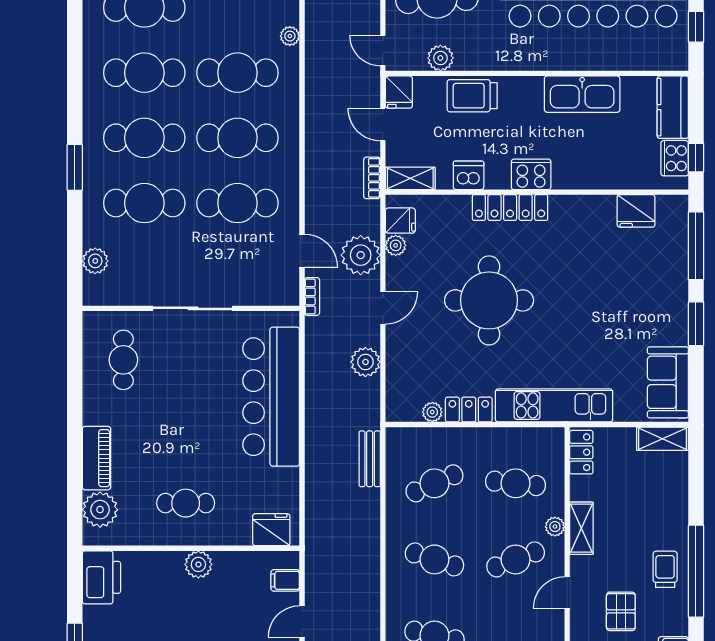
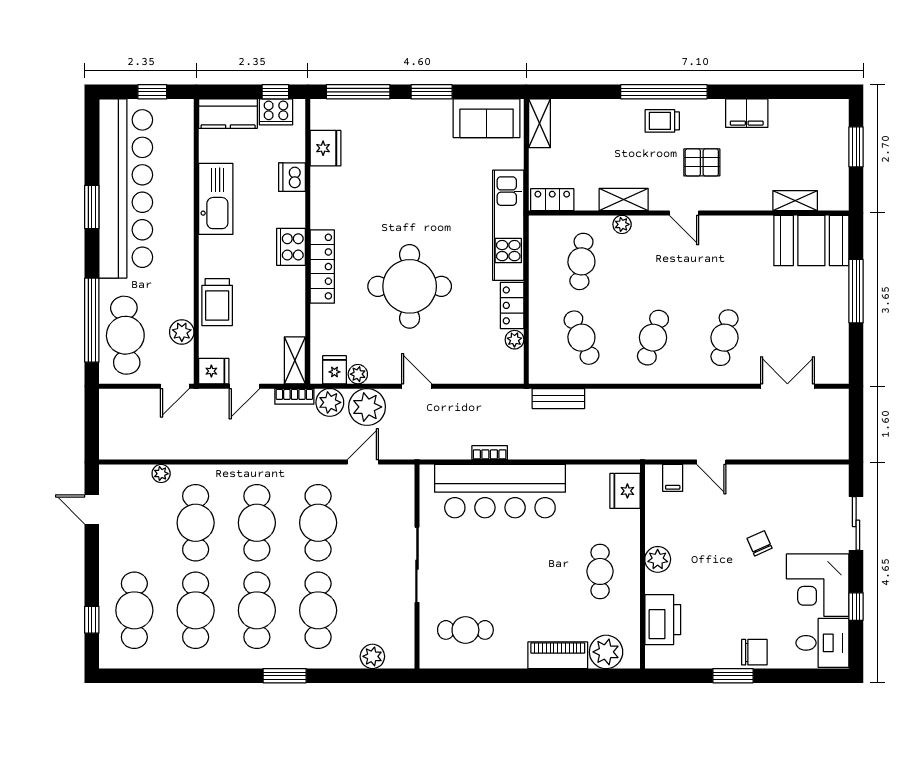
dishwasher: (469, 175) -> (292, 177), moved
bookcase: (312, 296) -> (490, 453), moved
plant: (365, 362) -> (330, 402), moved
cafe table: (516, 559) -> (653, 261), removed
printer: (101, 577) -> (663, 620), moved, turned 90

